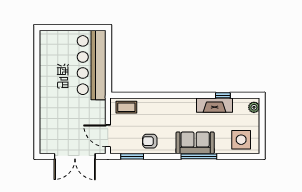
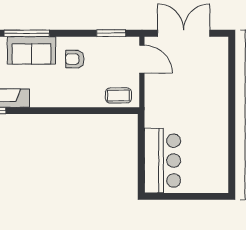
bar counter: (92, 65) -> (162, 161), width x0.73
armchair: (150, 141) -> (75, 59), moved, turned 180

